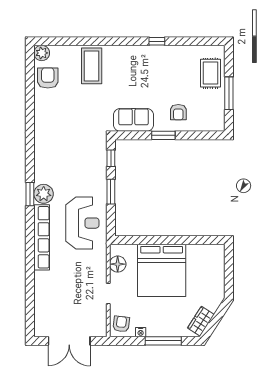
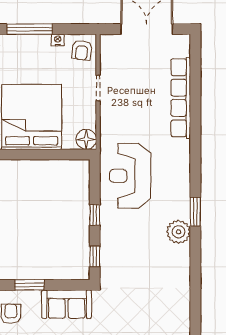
window: (111, 192) -> (95, 215), width x0.67
plant: (44, 194) -> (178, 232), moved
row of seats: (42, 237) -> (181, 98), moved
floor lamp: (118, 264) -> (86, 139), moved

